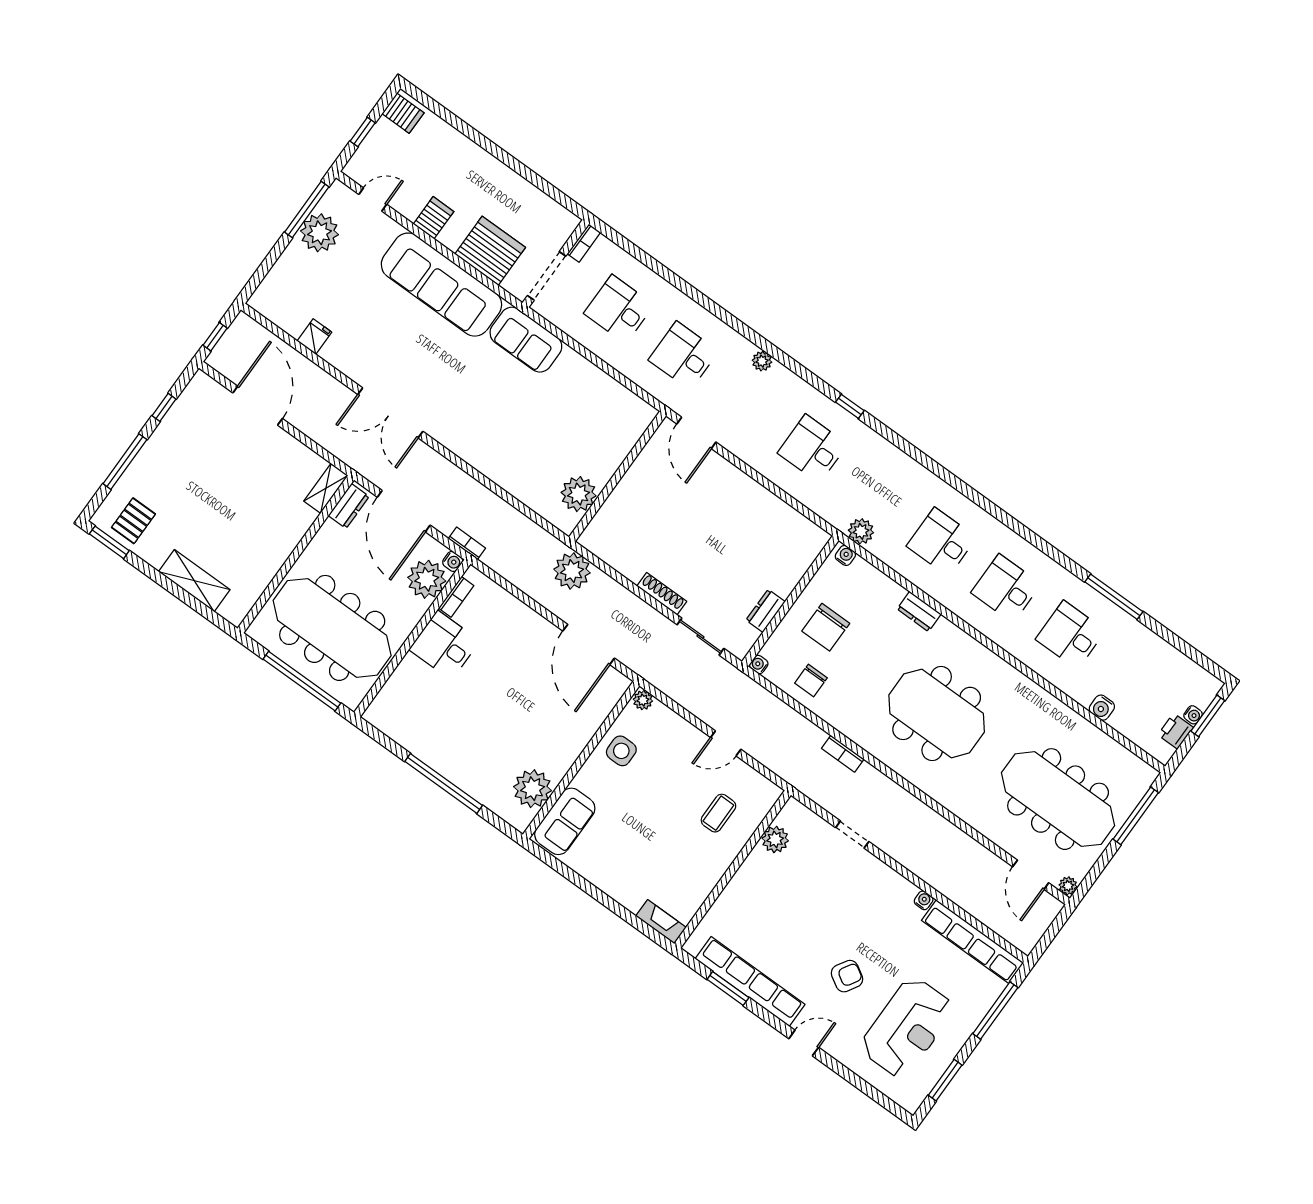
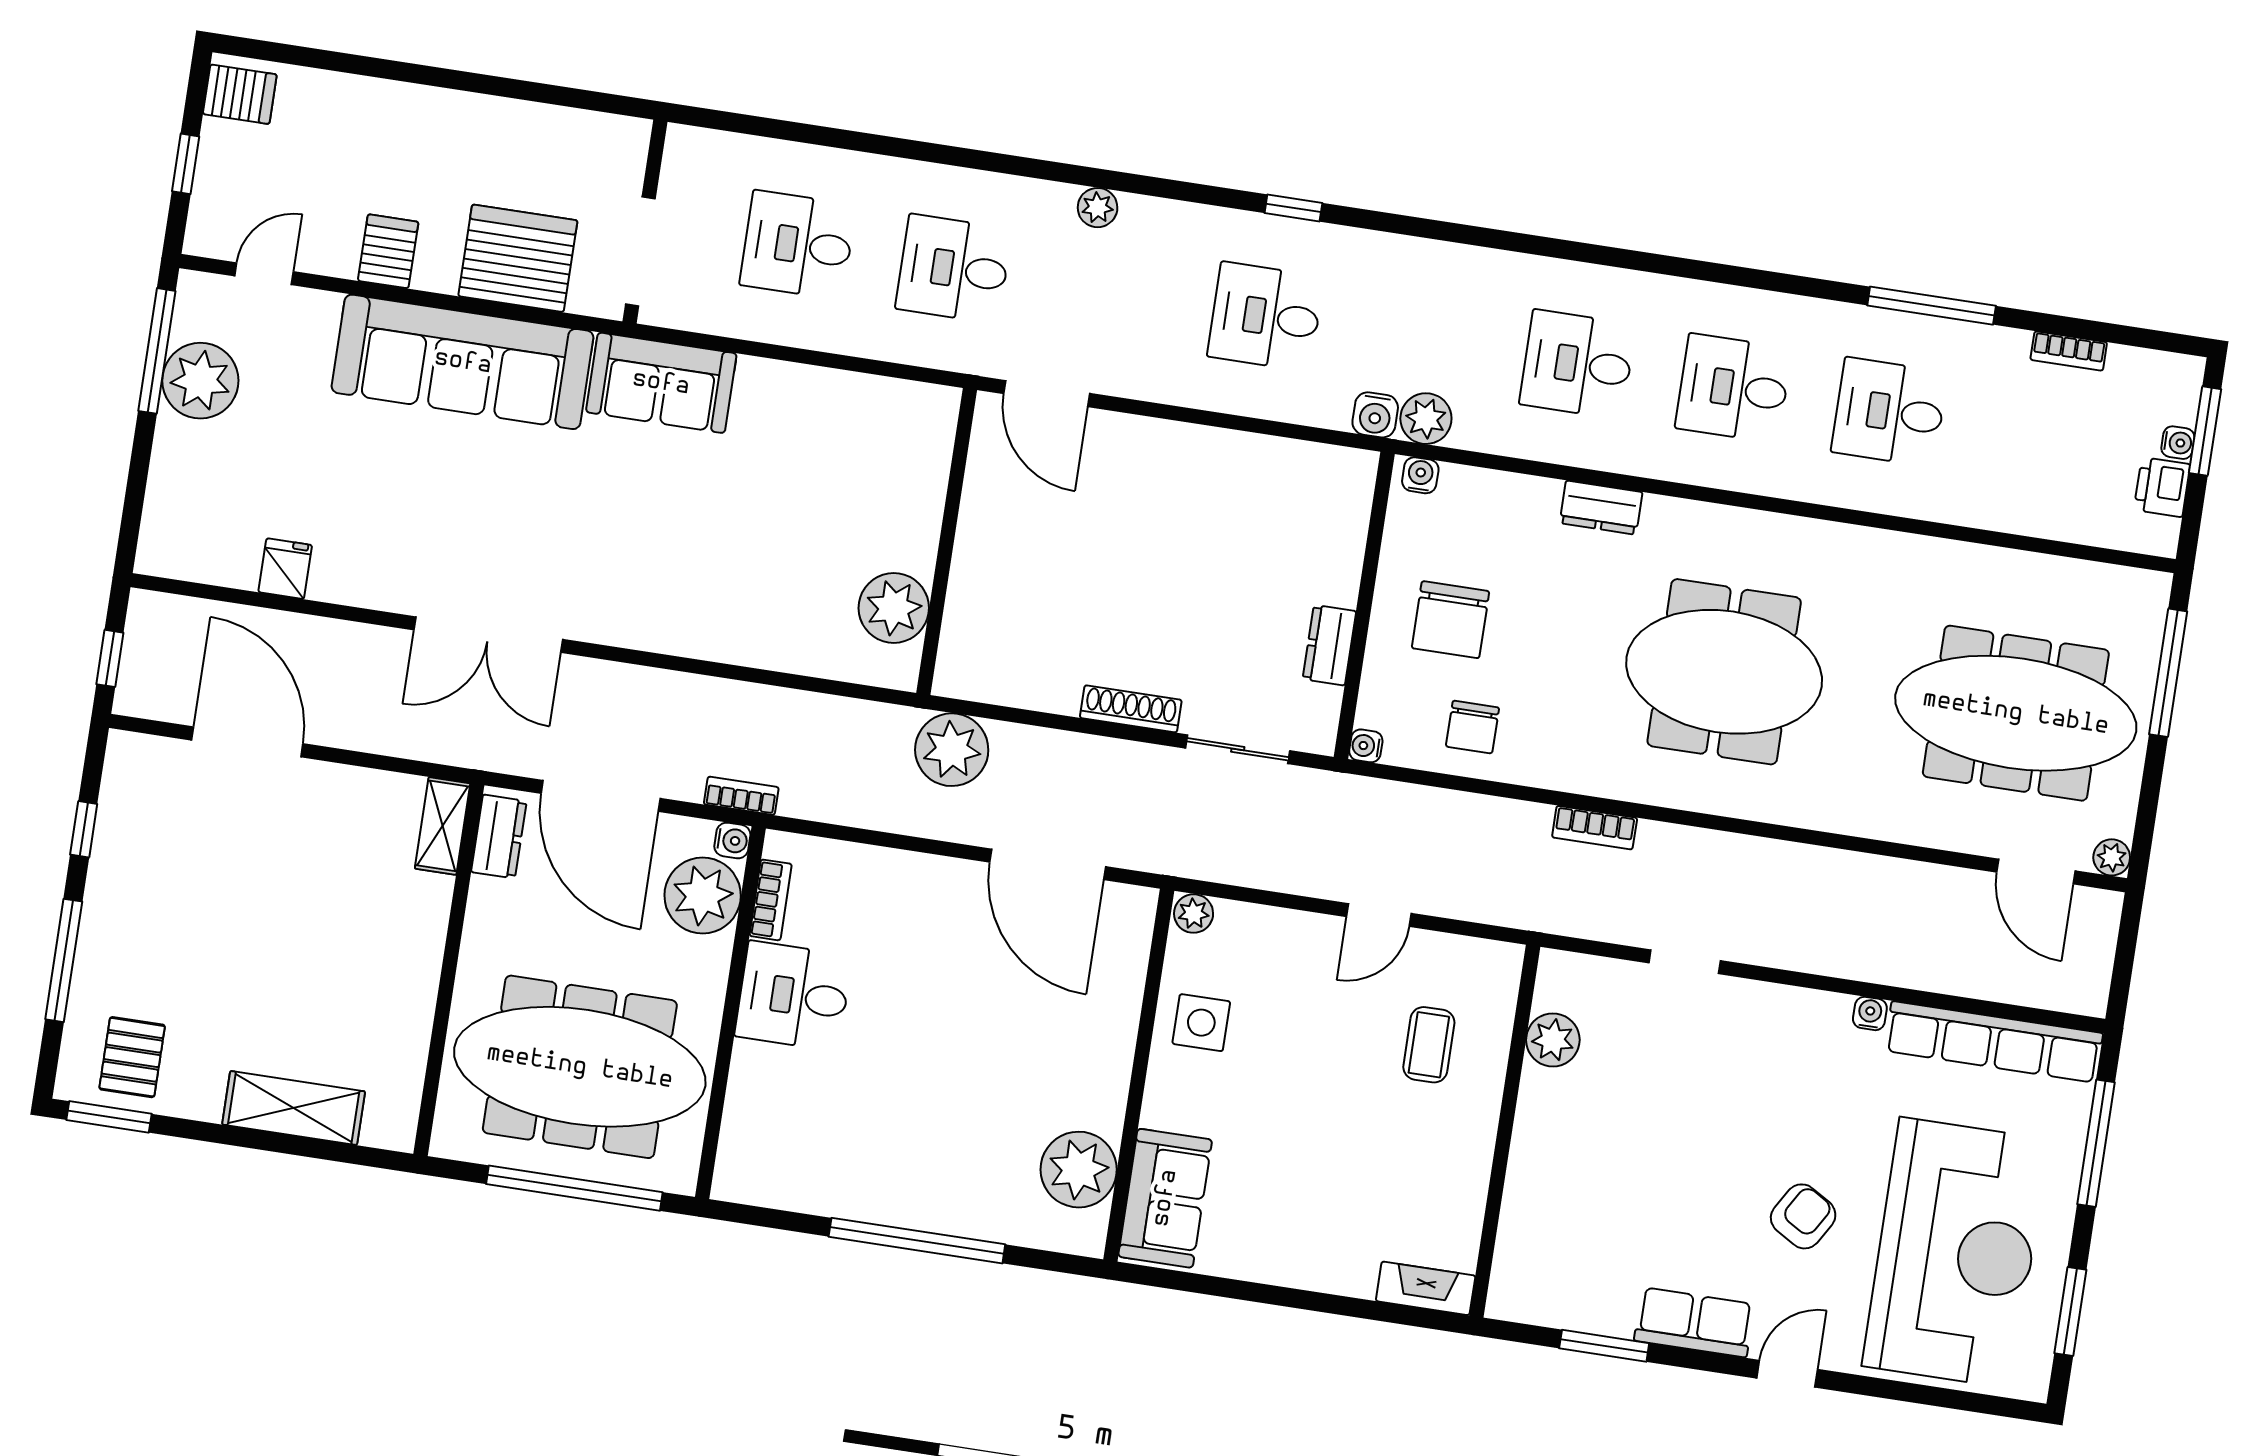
bookcase: (584, 243) -> (2069, 351), moved, turned 90
water cooler: (1102, 708) -> (1375, 415), moved
row of seats: (750, 982) -> (1694, 1322), width x0.50
reception desk: (907, 1027) -> (1956, 1253), width x1.36, depth x1.30

